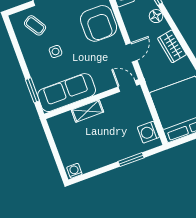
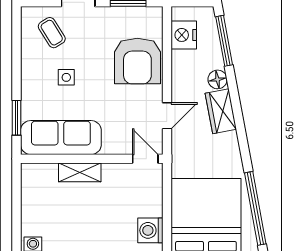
wardrobe: (172, 46) -> (221, 111), moved

